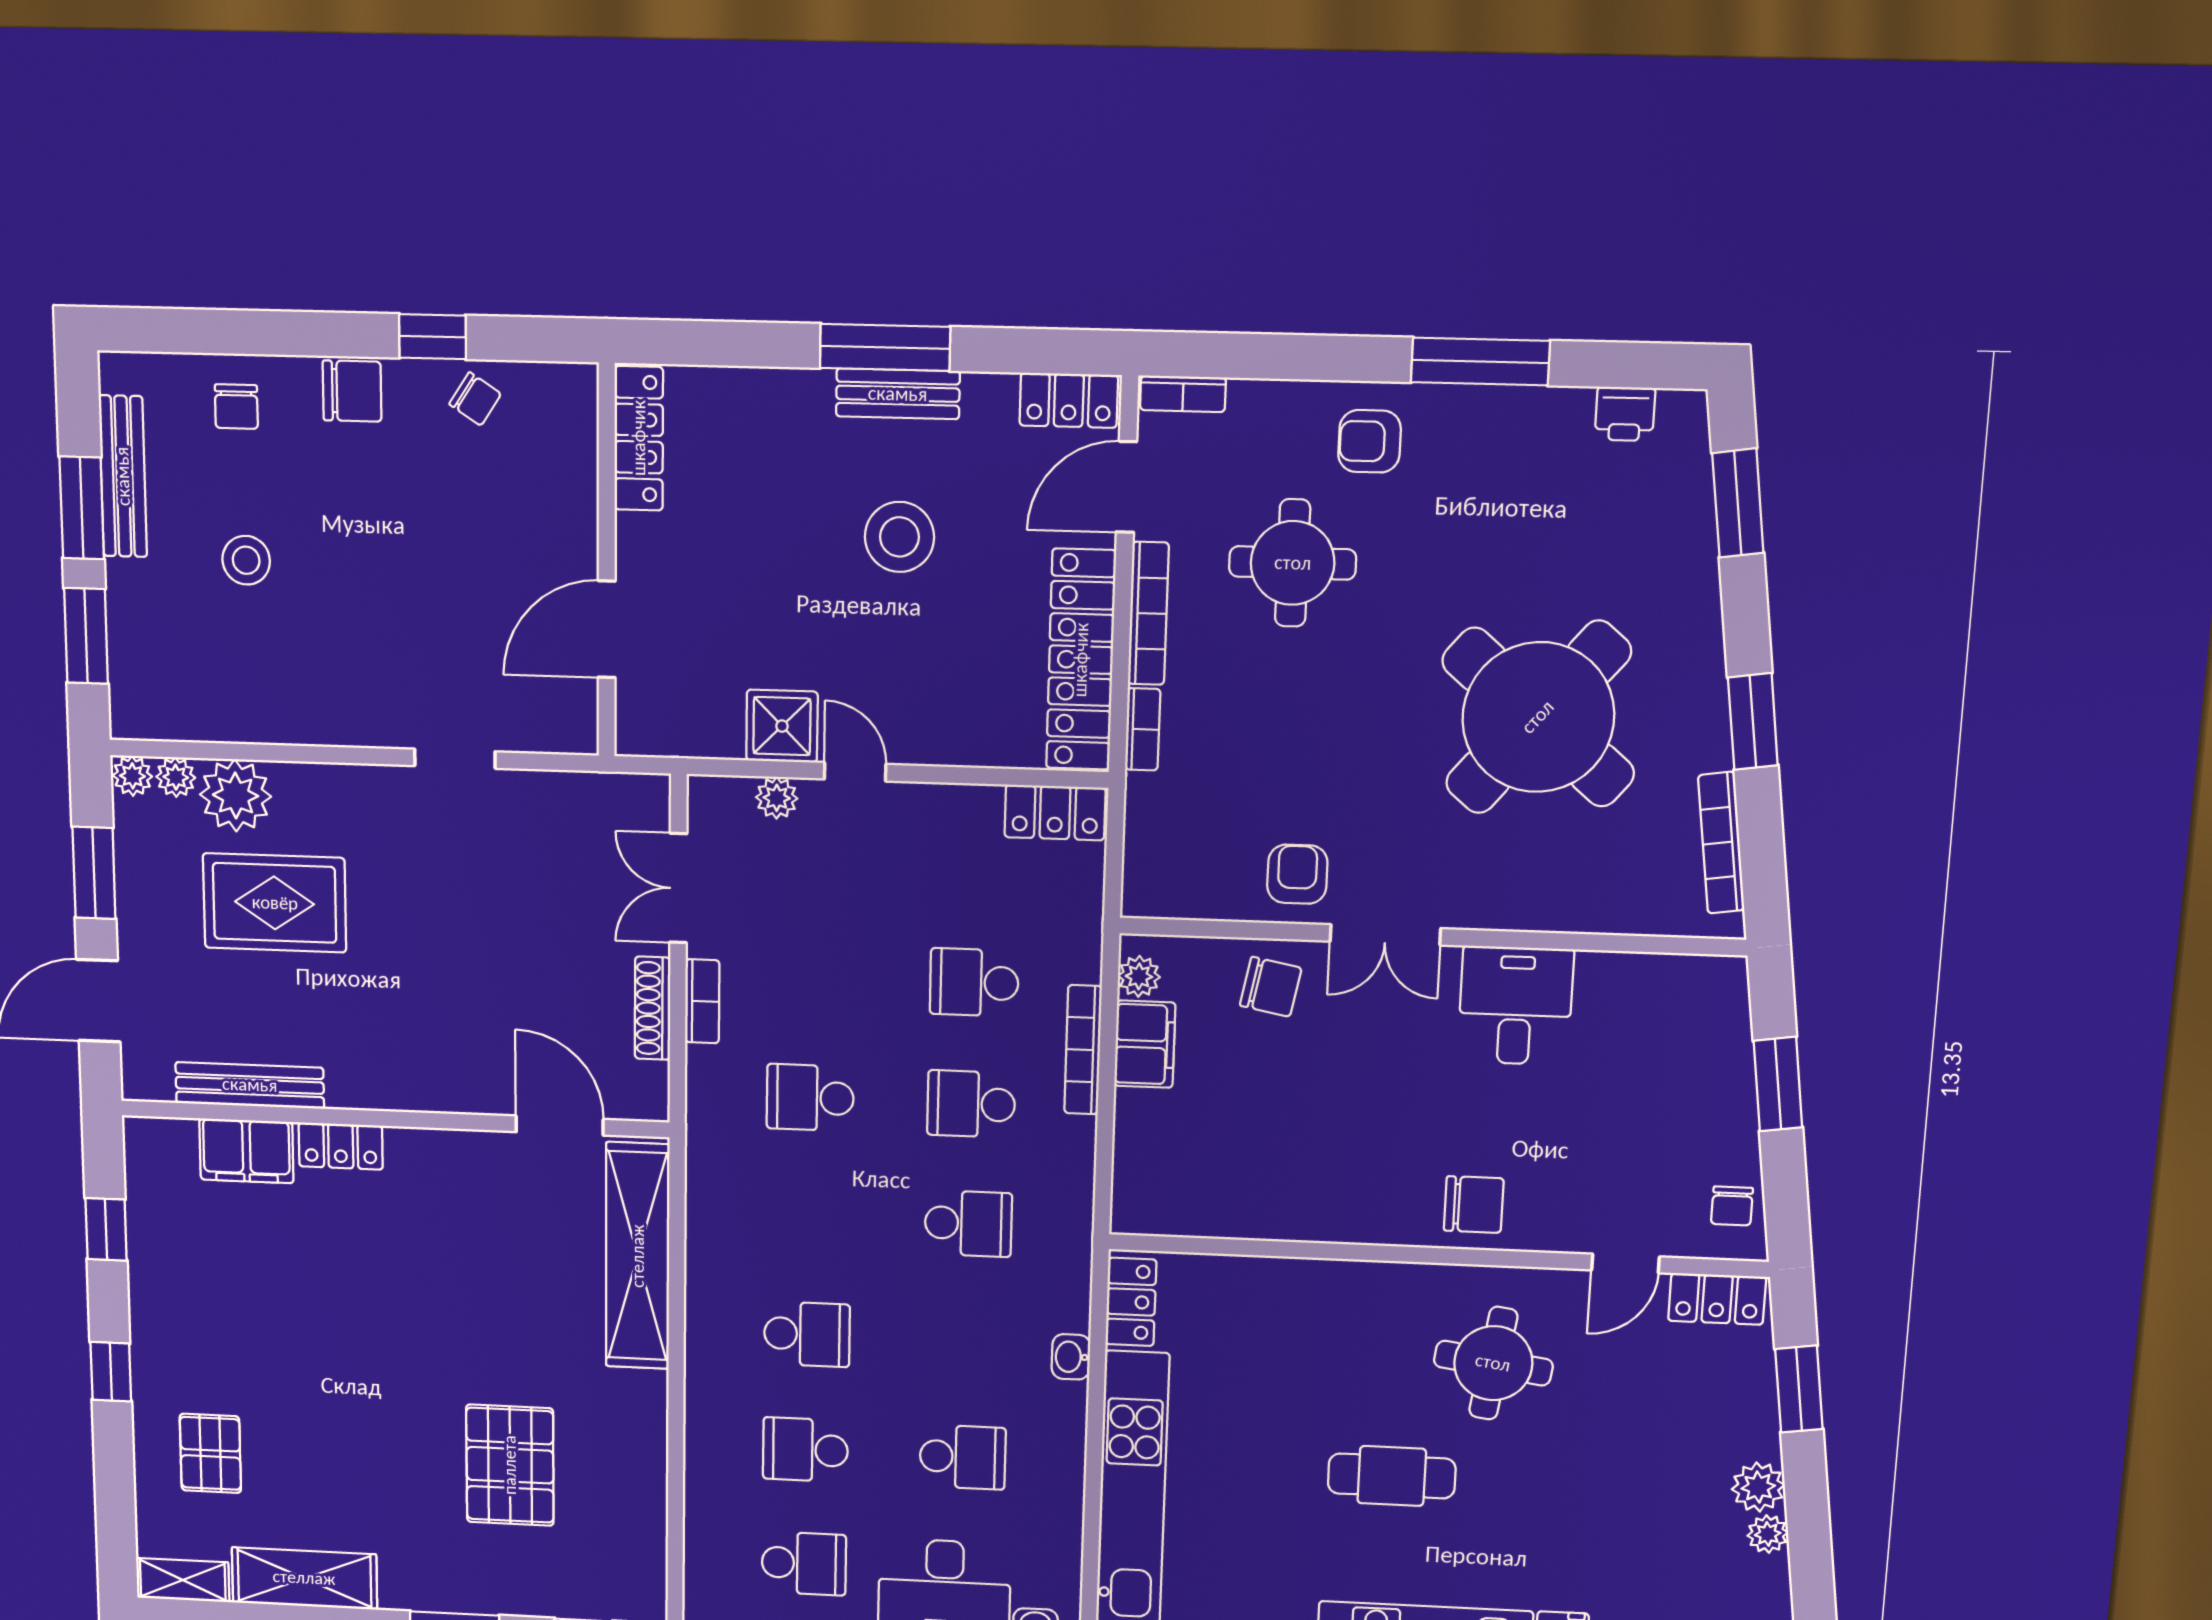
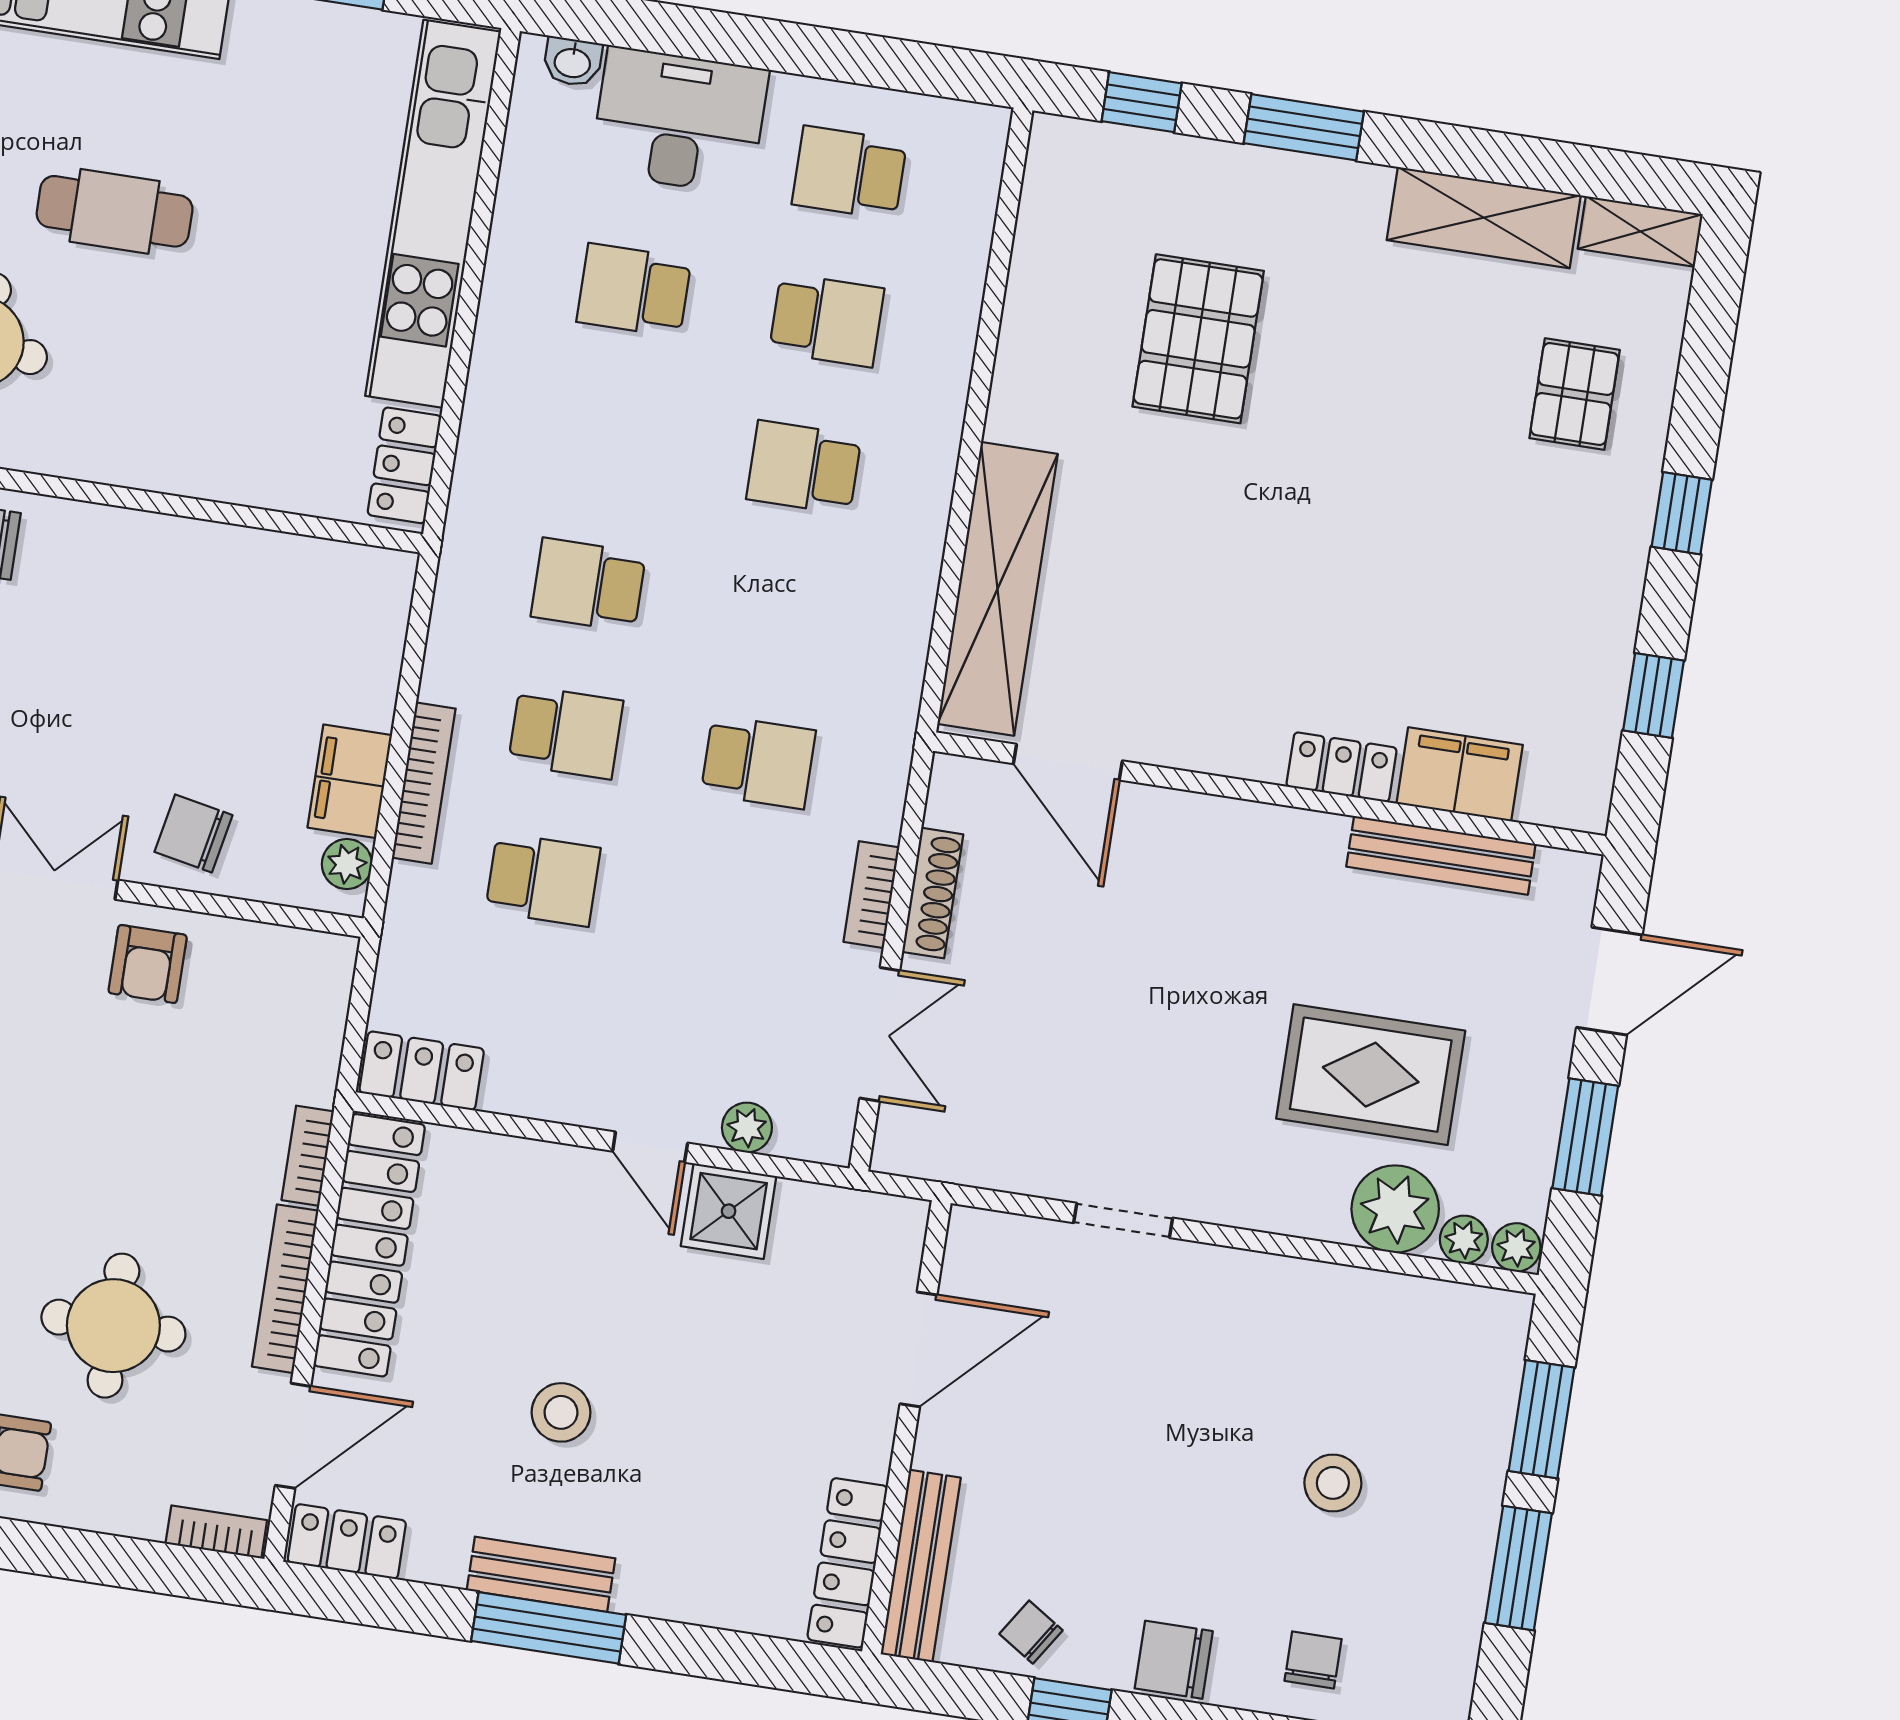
bench: (123, 476) -> (921, 1566), moved
stool: (899, 537) -> (561, 1412), width x0.73, depth x0.73
washbasin: (1071, 1357) -> (485, 404), removed

